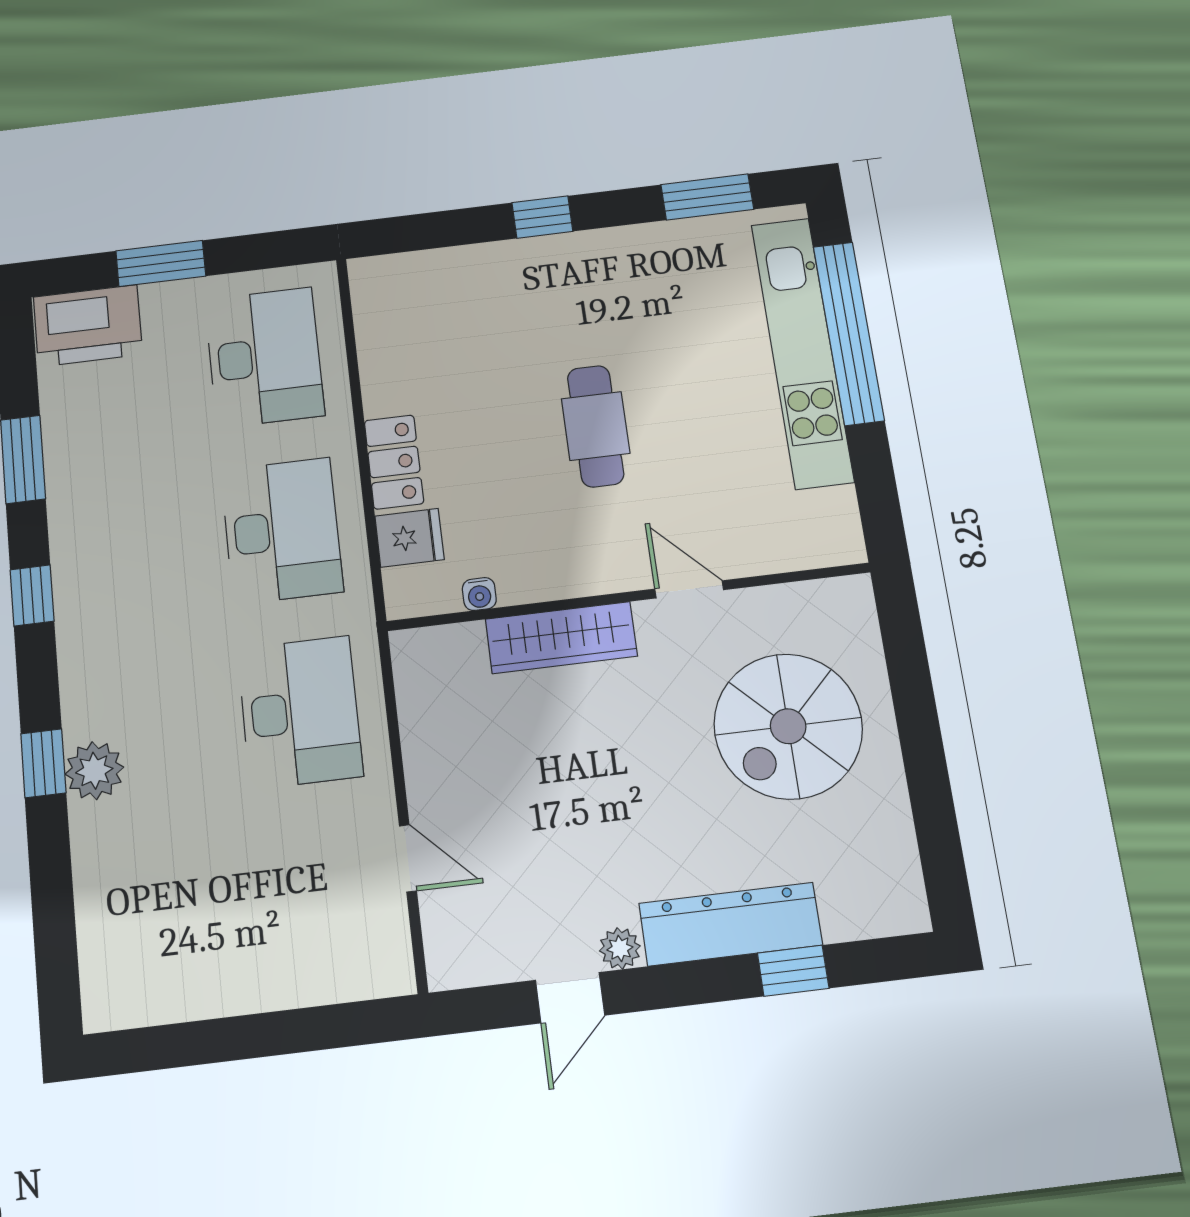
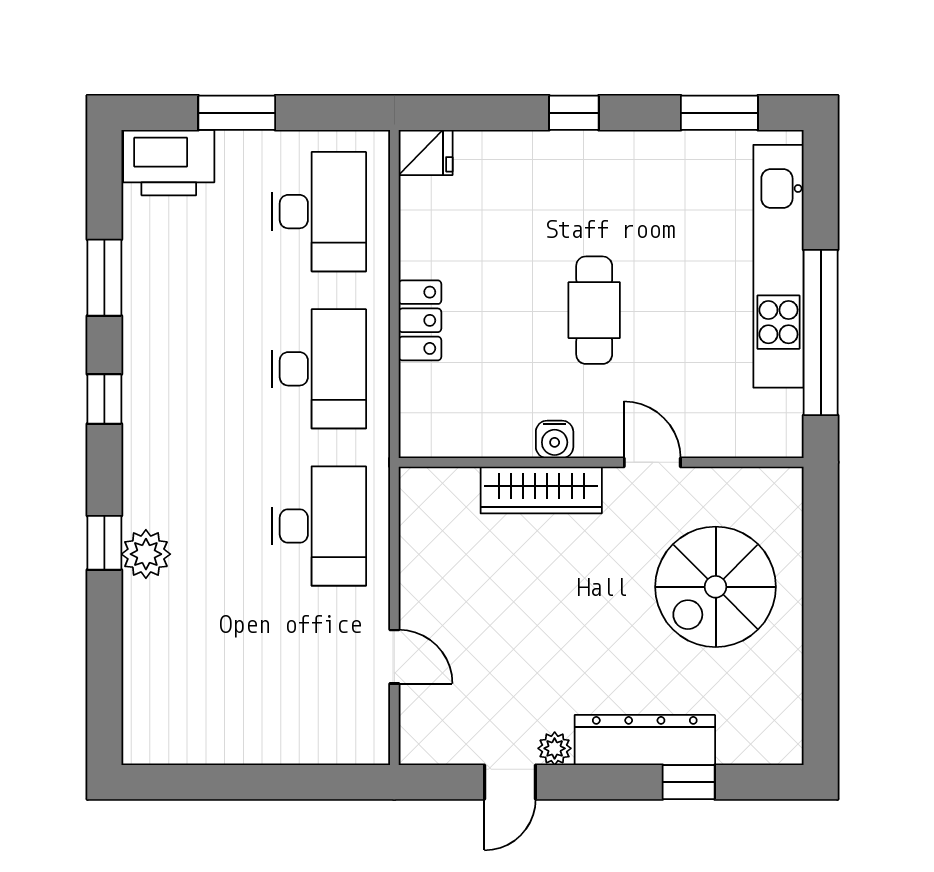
window: (849, 333) -> (821, 332), moved
fridge: (409, 538) -> (426, 152), moved
water cooler: (479, 594) -> (555, 439), moved, width x1.38, depth x1.38

